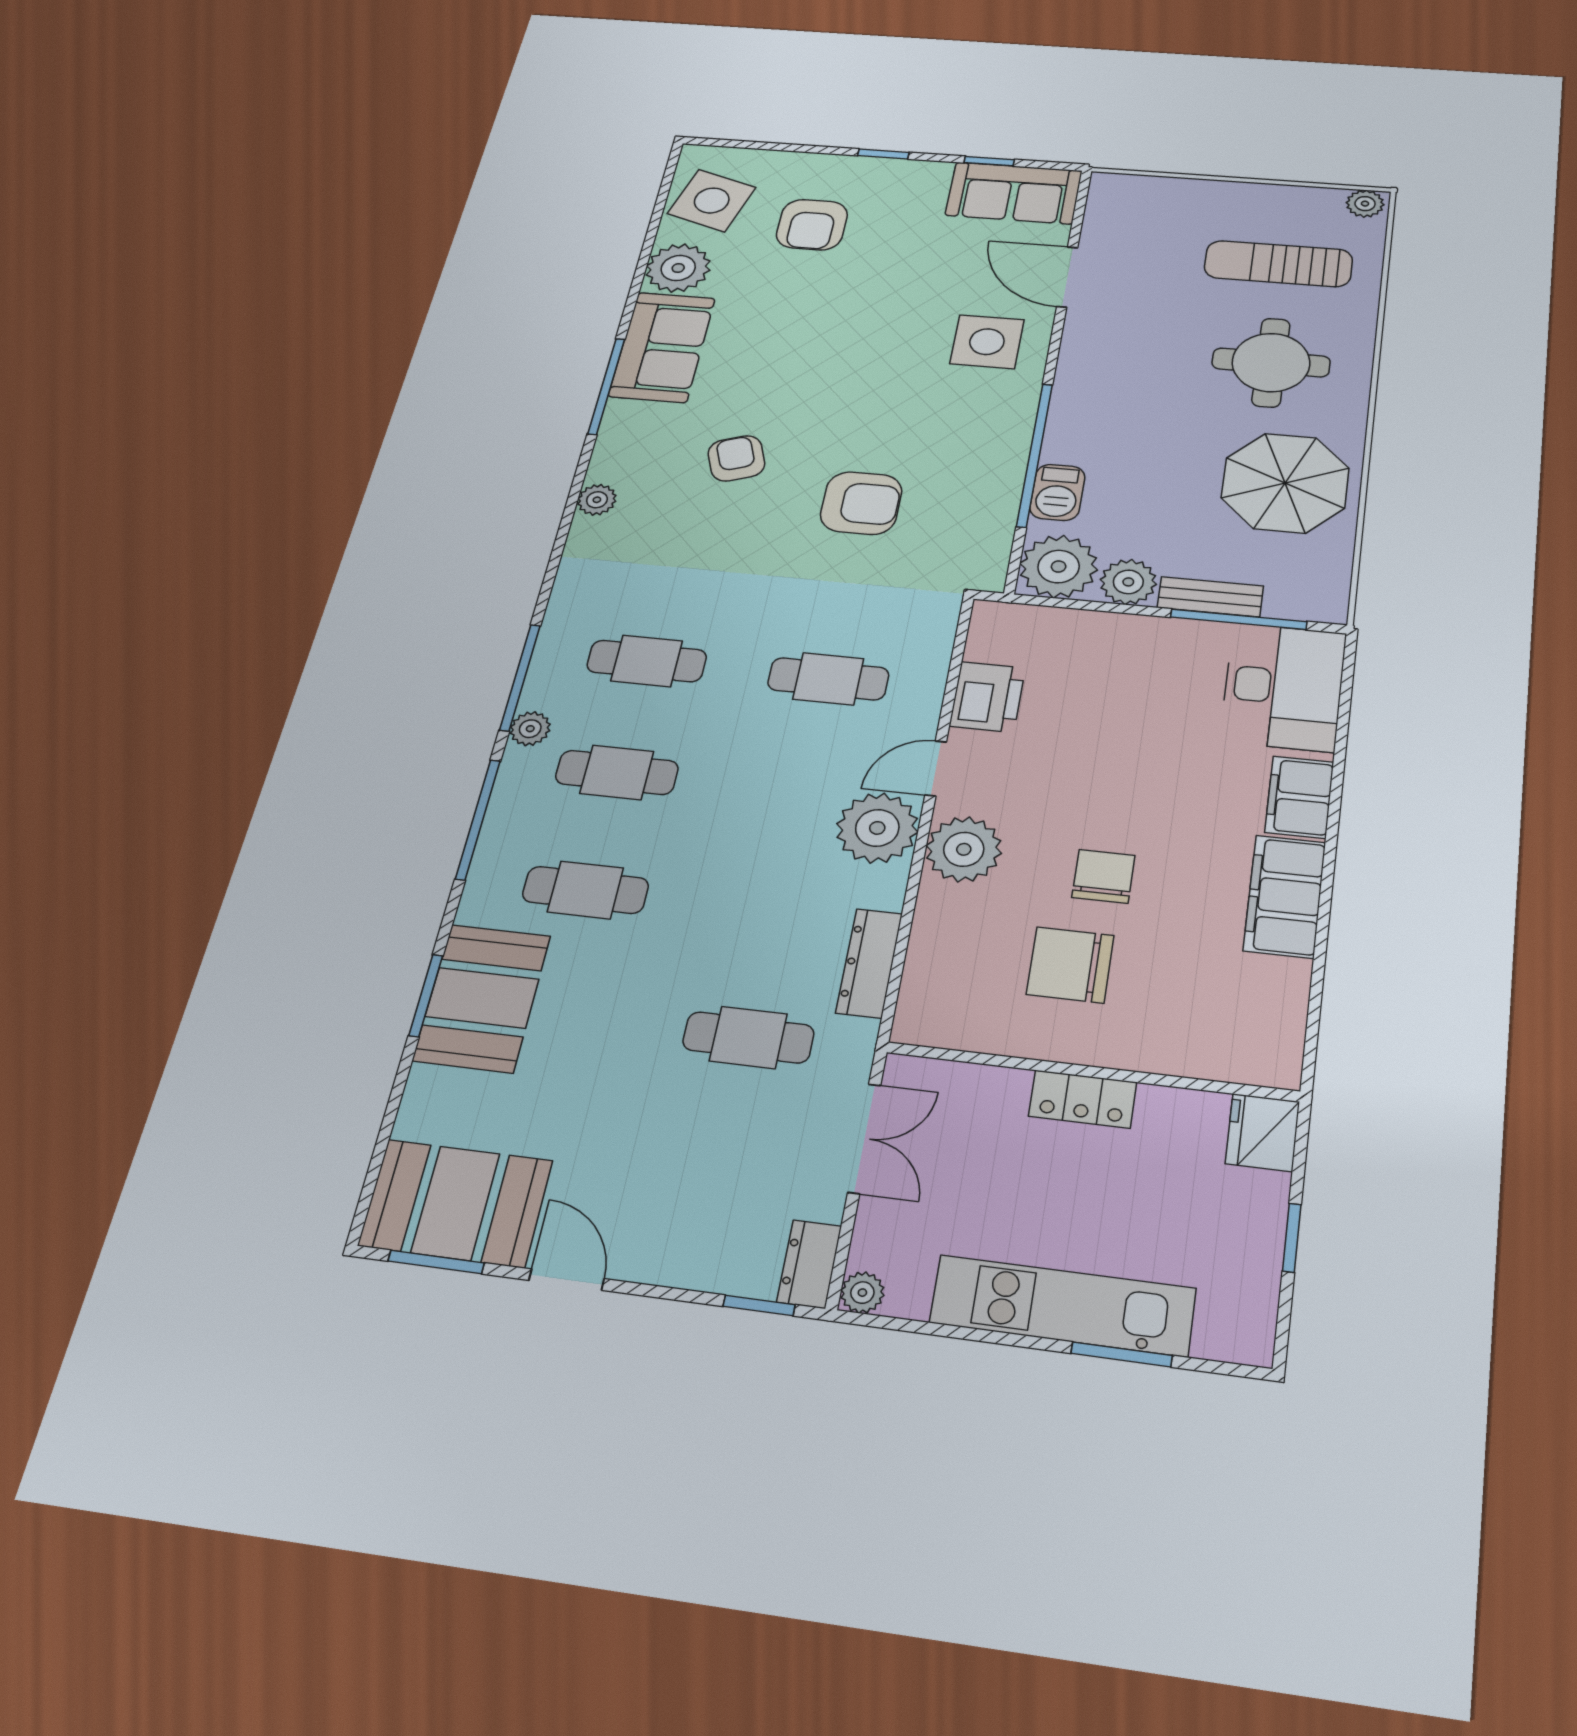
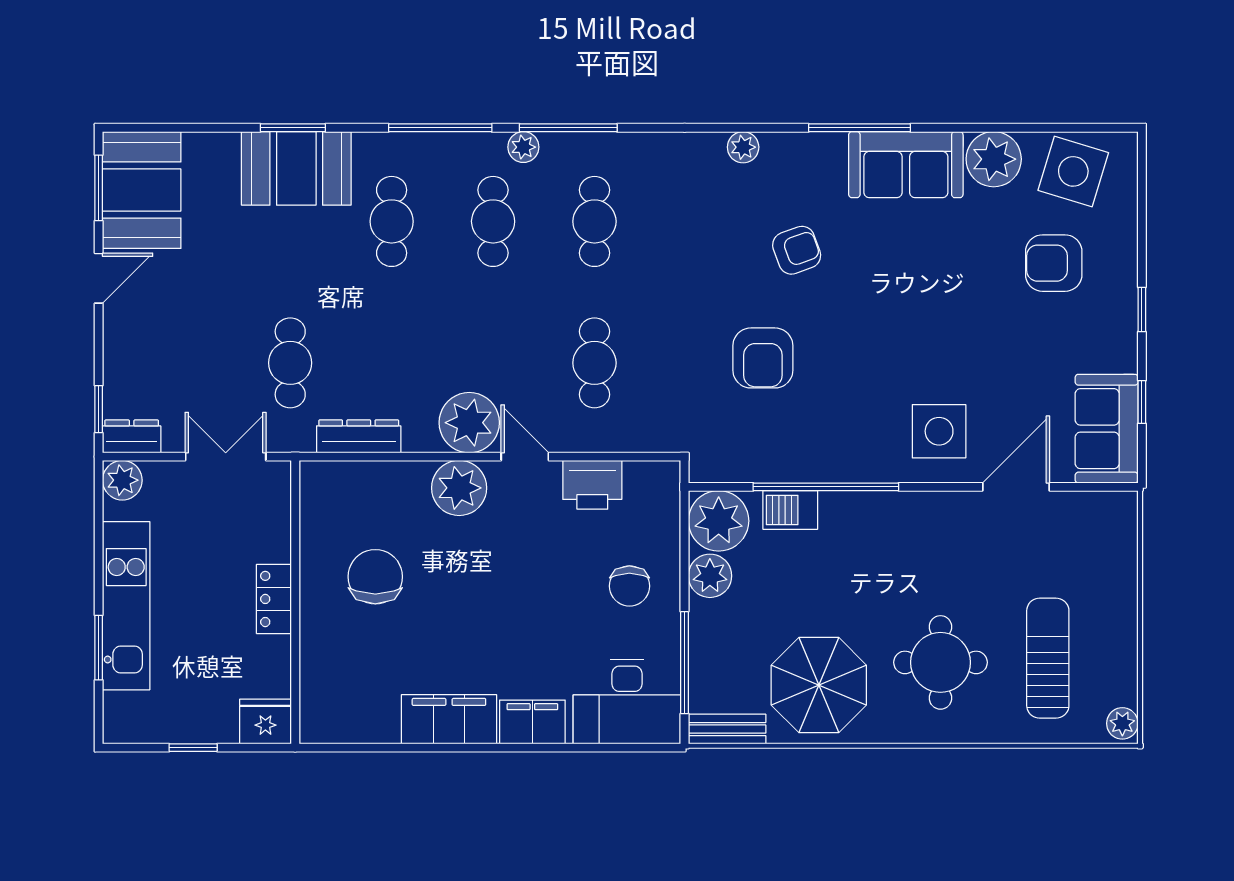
bench: (1210, 597) -> (727, 729), moved, turned 90
chair: (1103, 876) -> (629, 586), moved, turned 90
double door: (864, 1138) -> (226, 457), swing flipped
plant: (862, 1293) -> (122, 480), width x1.38, depth x1.38

